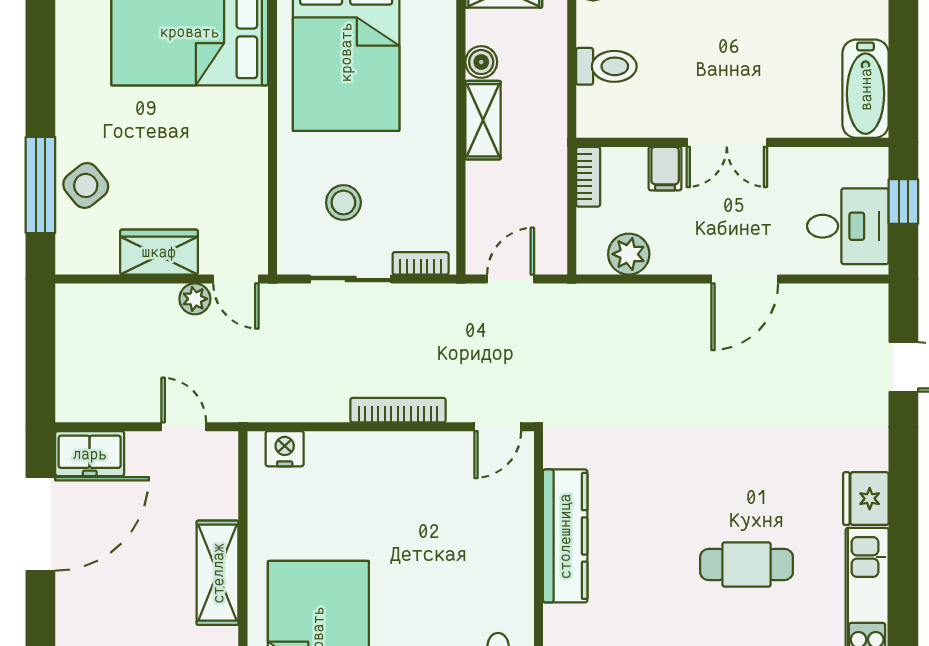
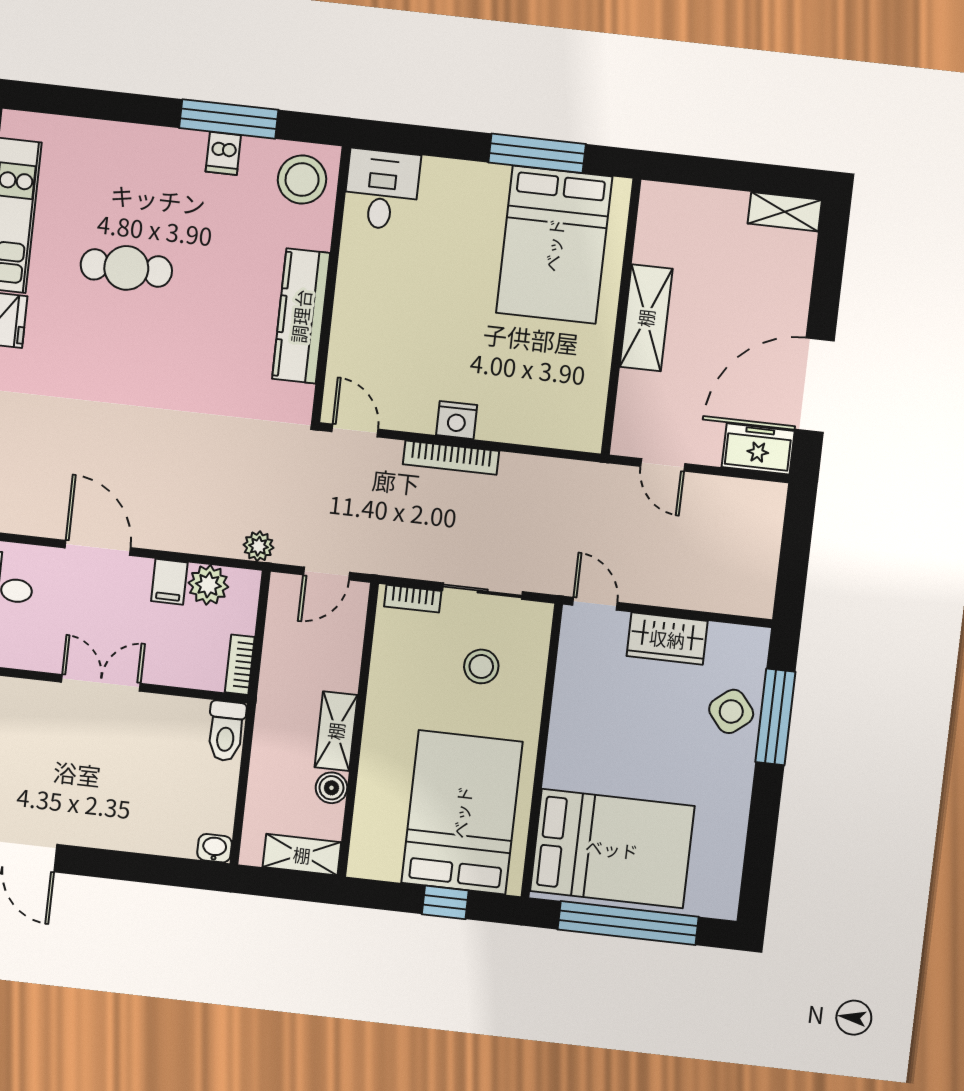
toilet: (606, 66) -> (226, 731), moved, turned -90
filing cabinet: (665, 169) -> (169, 582), moved, turned 180
door: (745, 279) -> (98, 548), hinge flipped
plant: (195, 299) -> (258, 546), moved
door: (498, 427) -> (355, 430), hinge flipped
nightstand: (285, 449) -> (457, 420), moved

